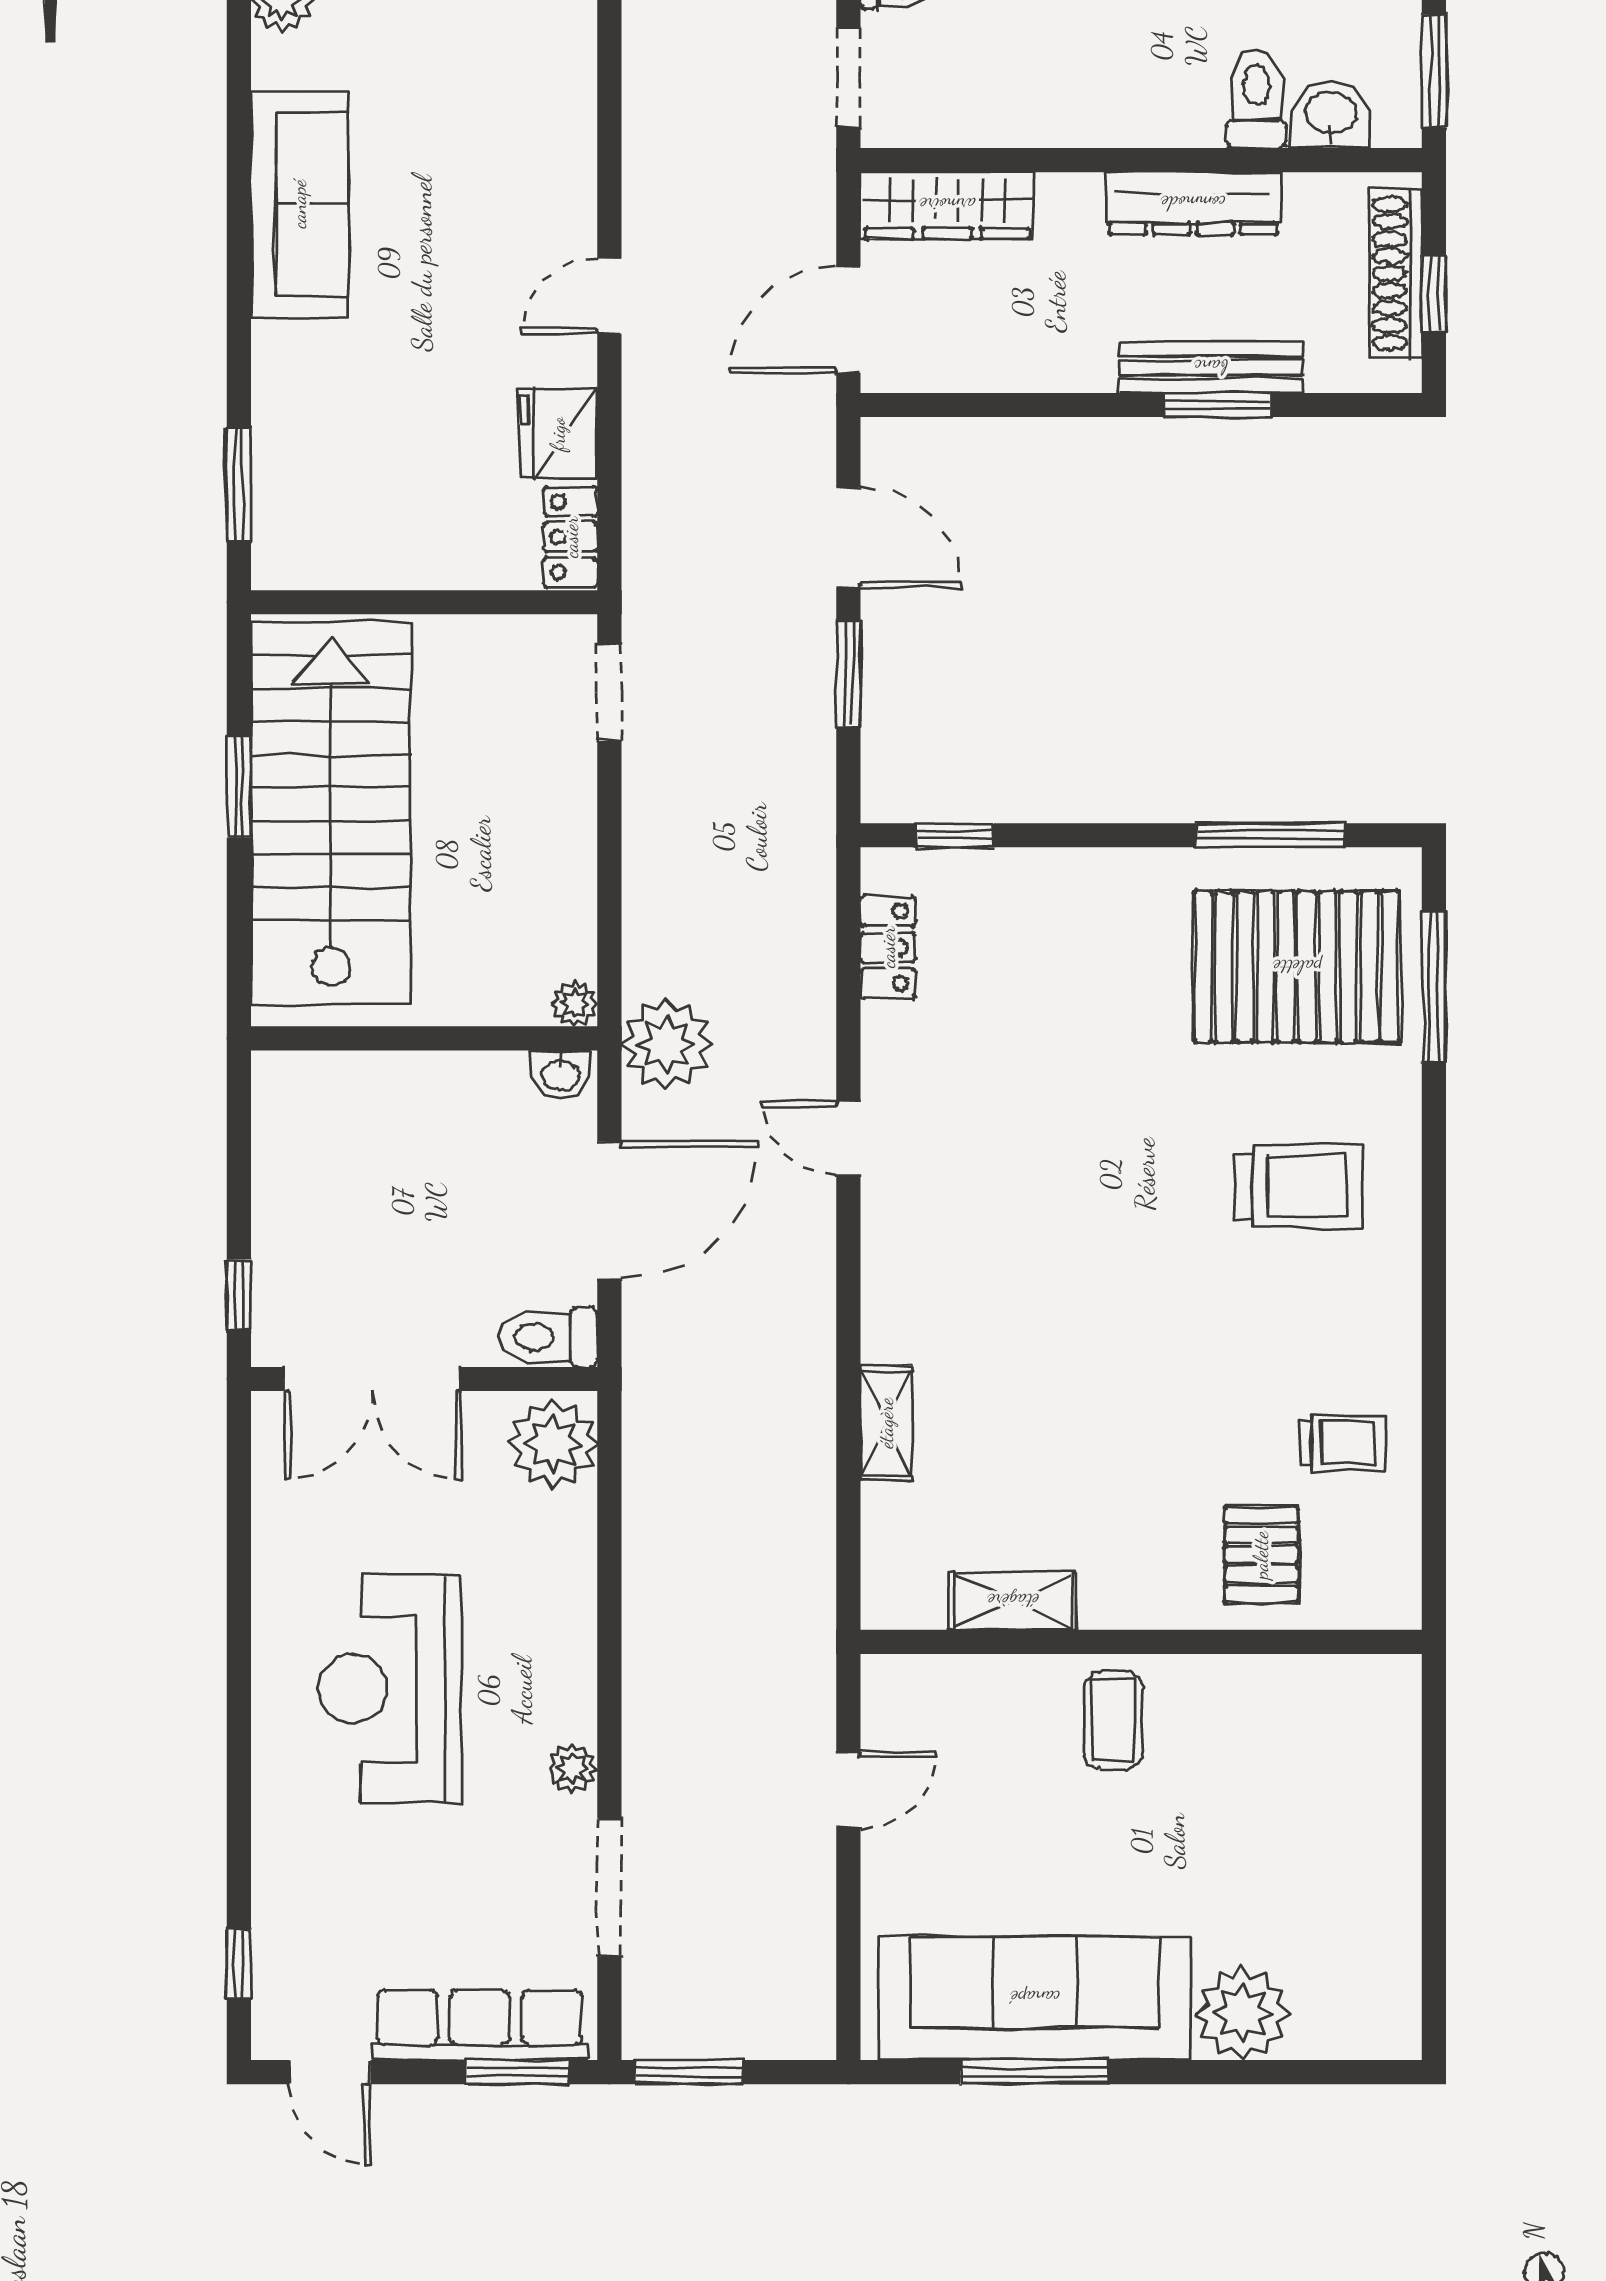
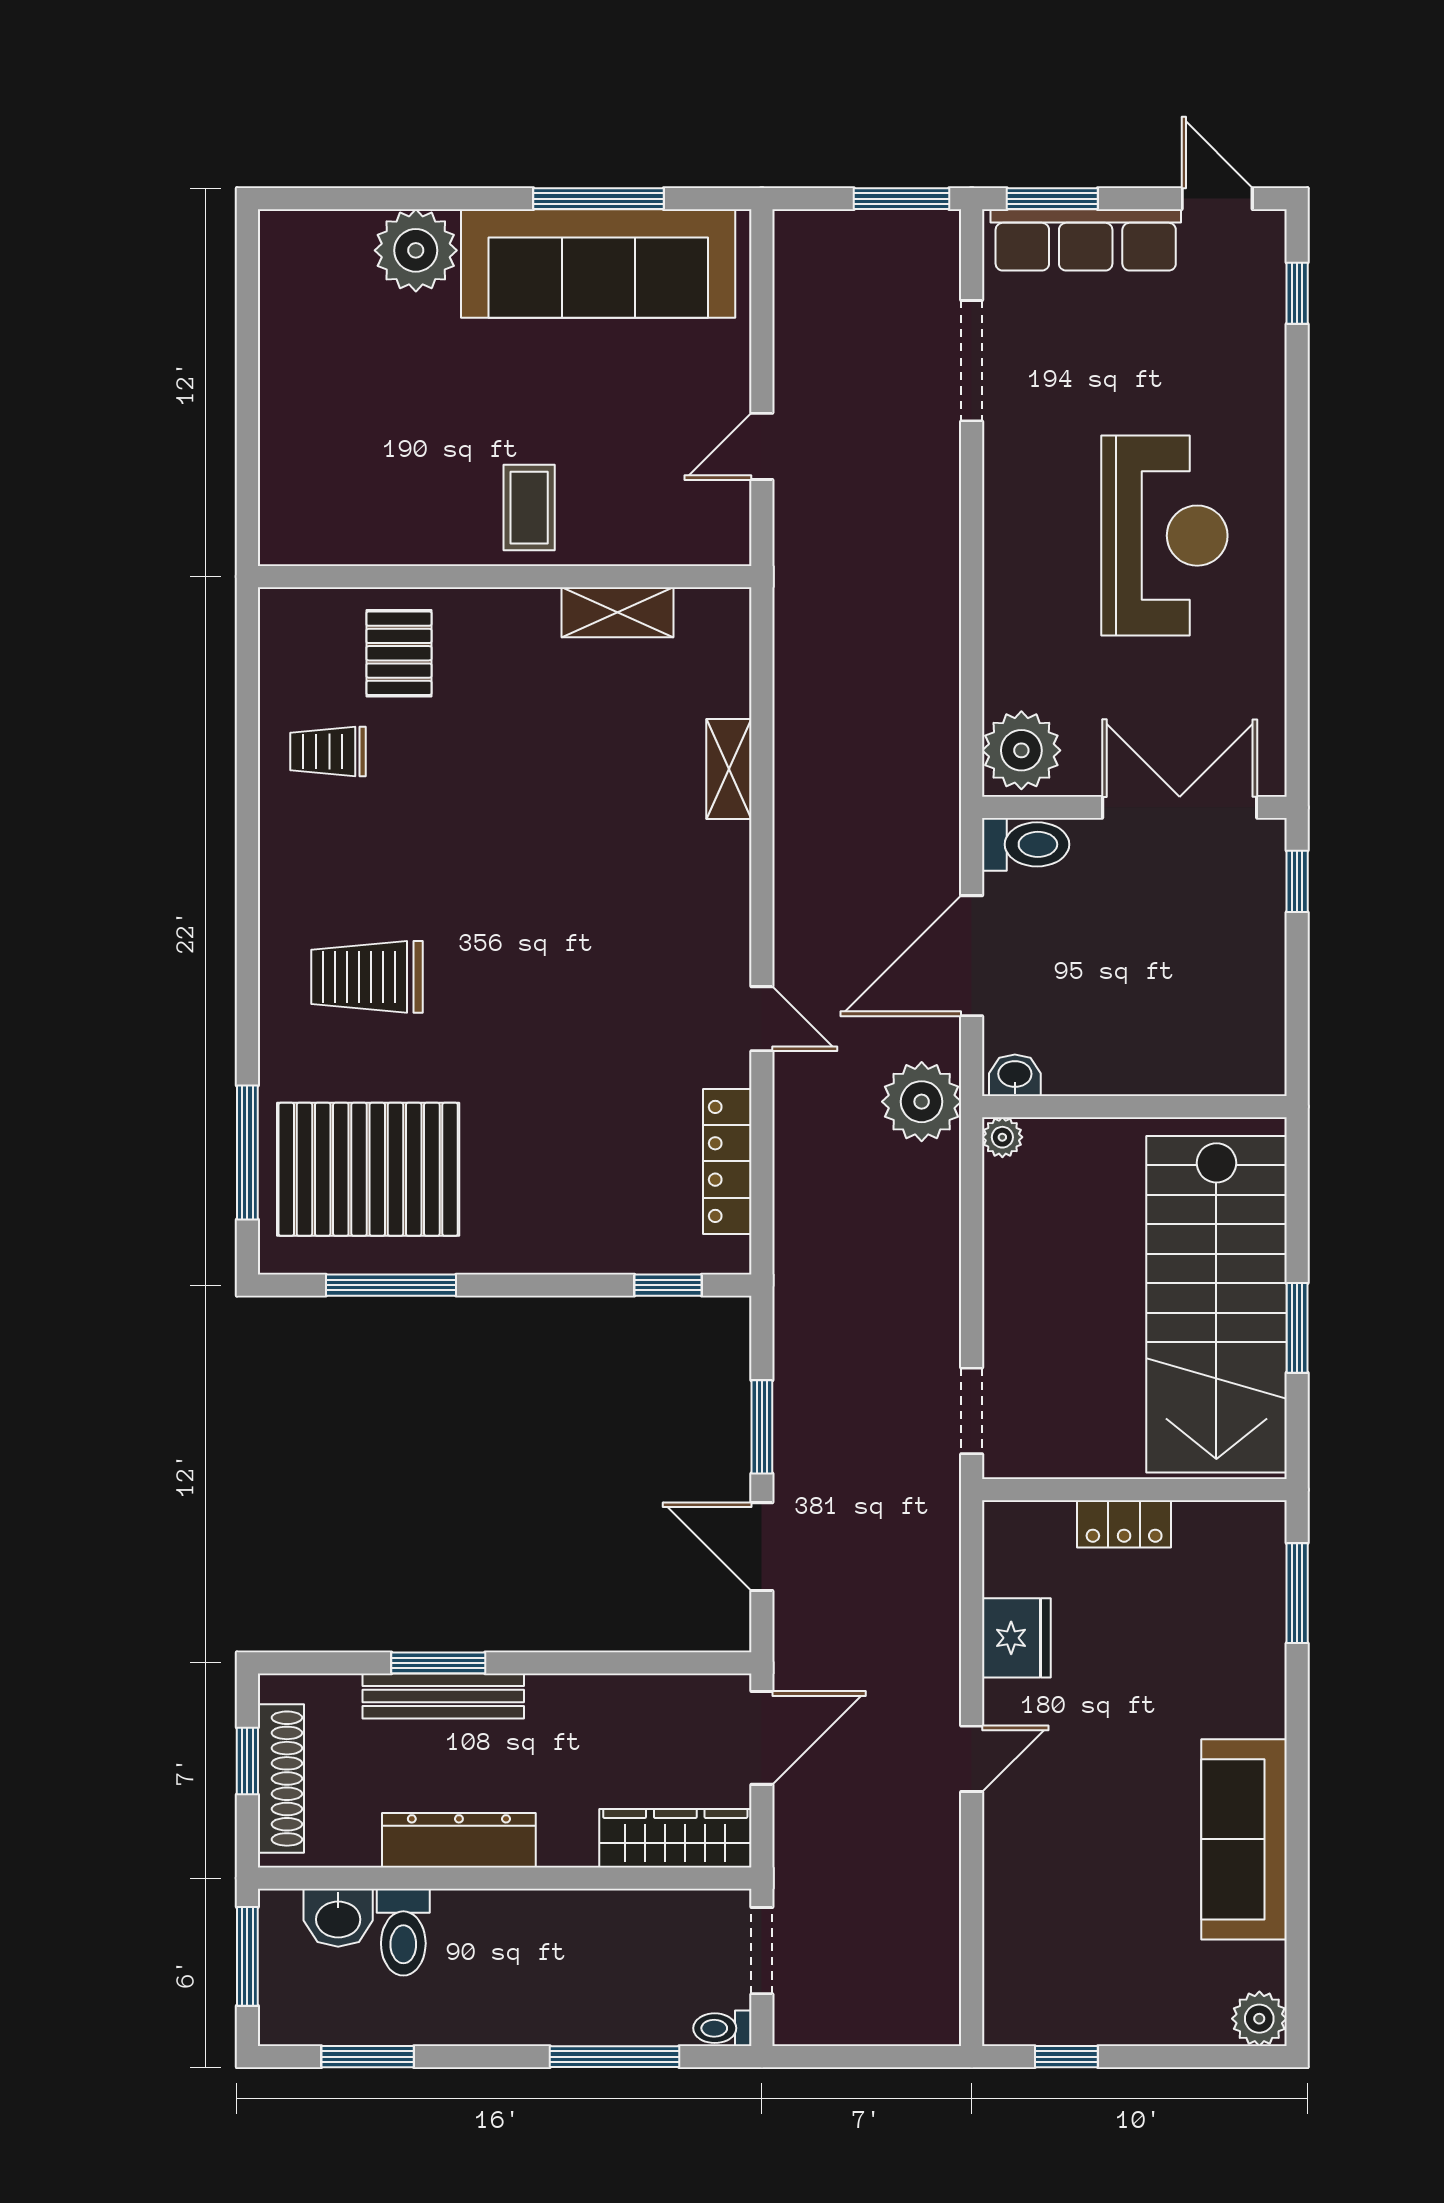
locker: (571, 537) -> (1124, 1524), moved, turned 90
locker: (888, 947) -> (727, 1161), width x1.53
plant: (572, 1768) -> (1004, 465), removed

